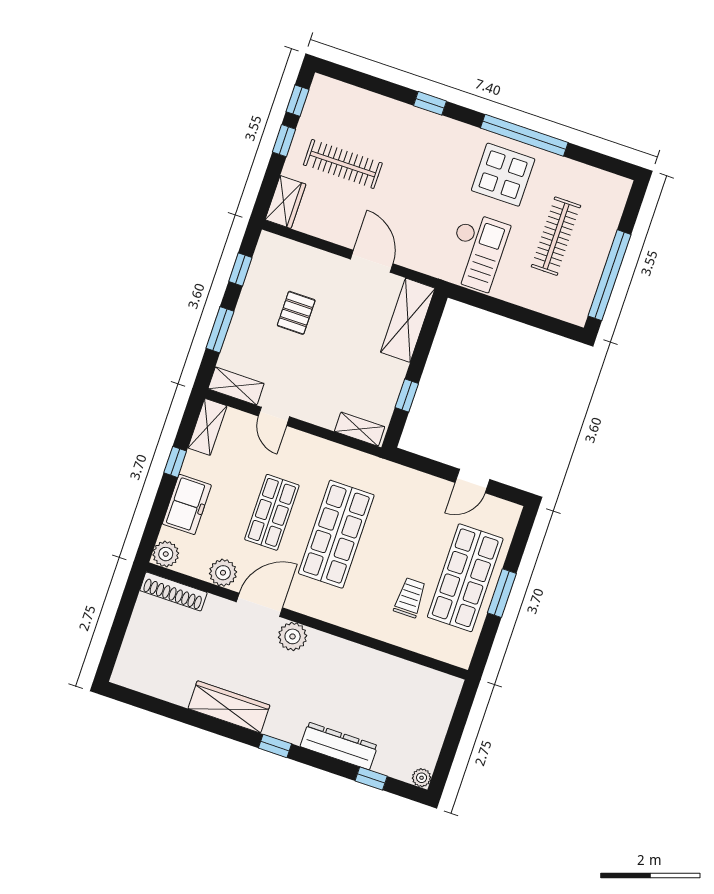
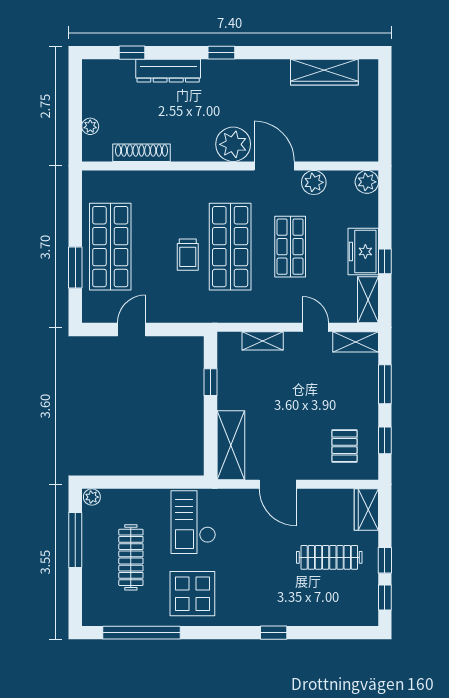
window: (524, 135) -> (141, 633), moved
window: (609, 275) -> (75, 540), width x0.68
pallet: (296, 313) -> (344, 446), moved
plant: (576, 315) -> (92, 497), added
shelving: (360, 429) -> (263, 341), moved
freezer: (187, 504) -> (363, 252), moved
shoe rack: (173, 592) -> (141, 153), moved
window: (502, 593) -> (75, 267), moved
trolley: (410, 598) -> (188, 255), moved
door: (259, 605) -> (274, 166), swing flipped
plant: (293, 636) -> (233, 144), width x1.36, depth x1.36
wardrobe: (229, 707) -> (324, 72), moved
plant: (422, 778) -> (90, 126), moved

